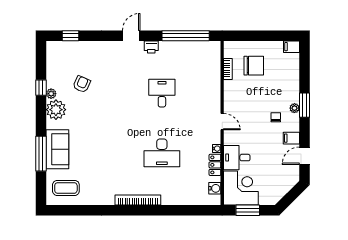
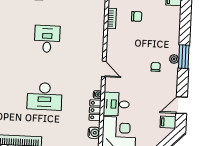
chair: (254, 66) -> (137, 16), width x0.54, depth x0.54
filing cabinet: (291, 138) -> (168, 122), moved

